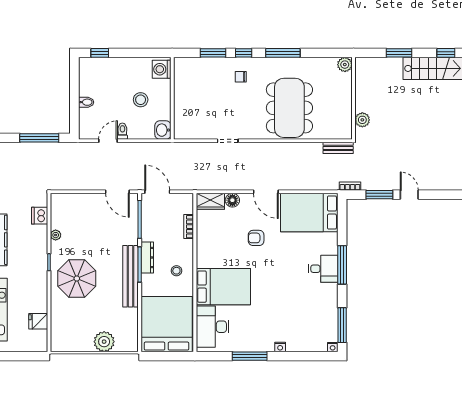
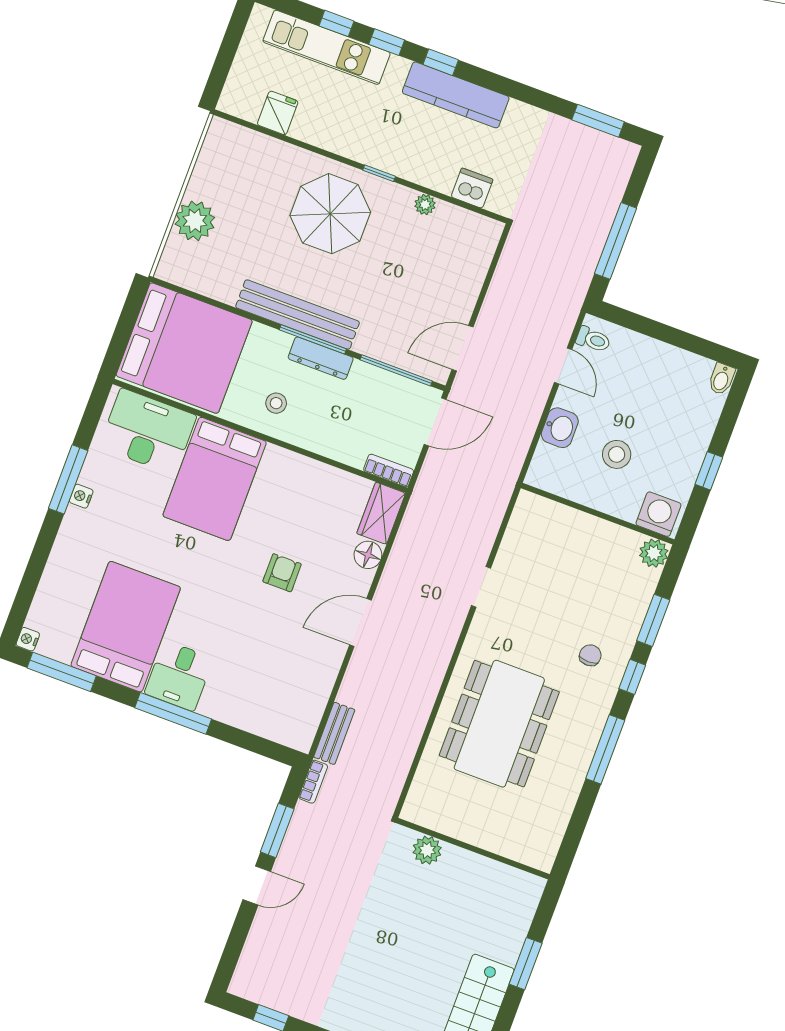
window: (100, 53) -> (709, 471), moved
plant: (345, 65) -> (654, 553), moved
bidet: (86, 102) -> (721, 379), moved
dining table: (289, 108) -> (499, 724), turned 90
washbasin: (163, 130) -> (560, 428), moved, turned 90
toilet: (122, 131) -> (593, 339), moved
bench: (338, 148) -> (334, 733), moved
bed: (309, 213) -> (126, 627), moved
bookcase: (189, 227) -> (389, 470), moved
nightstand: (280, 347) -> (81, 496), moved

